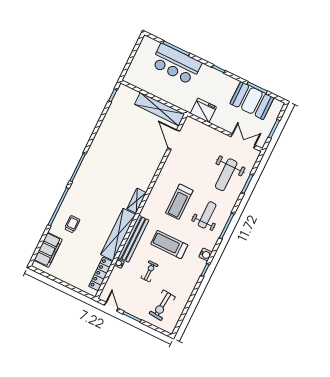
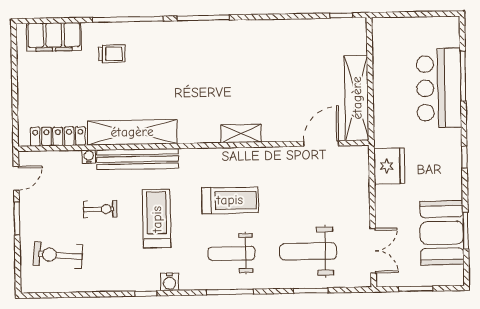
shelving: (137, 201) -> (241, 134), moved
treadmill: (179, 202) -> (230, 200), turned 180
weight bench: (207, 215) -> (232, 253), turned 180

